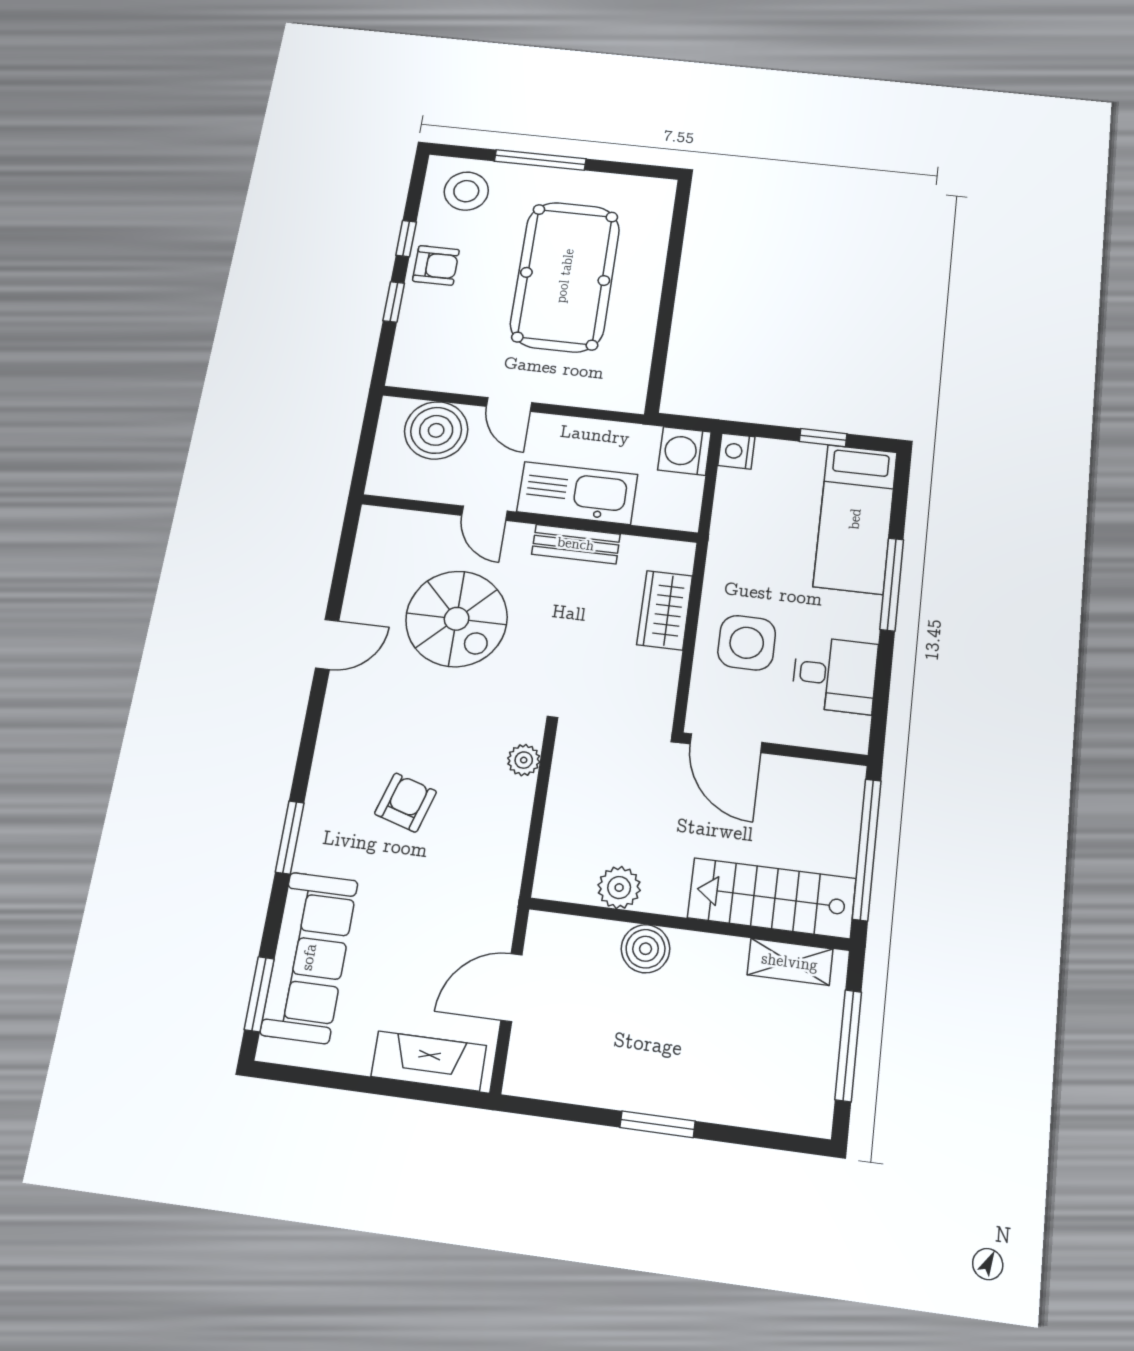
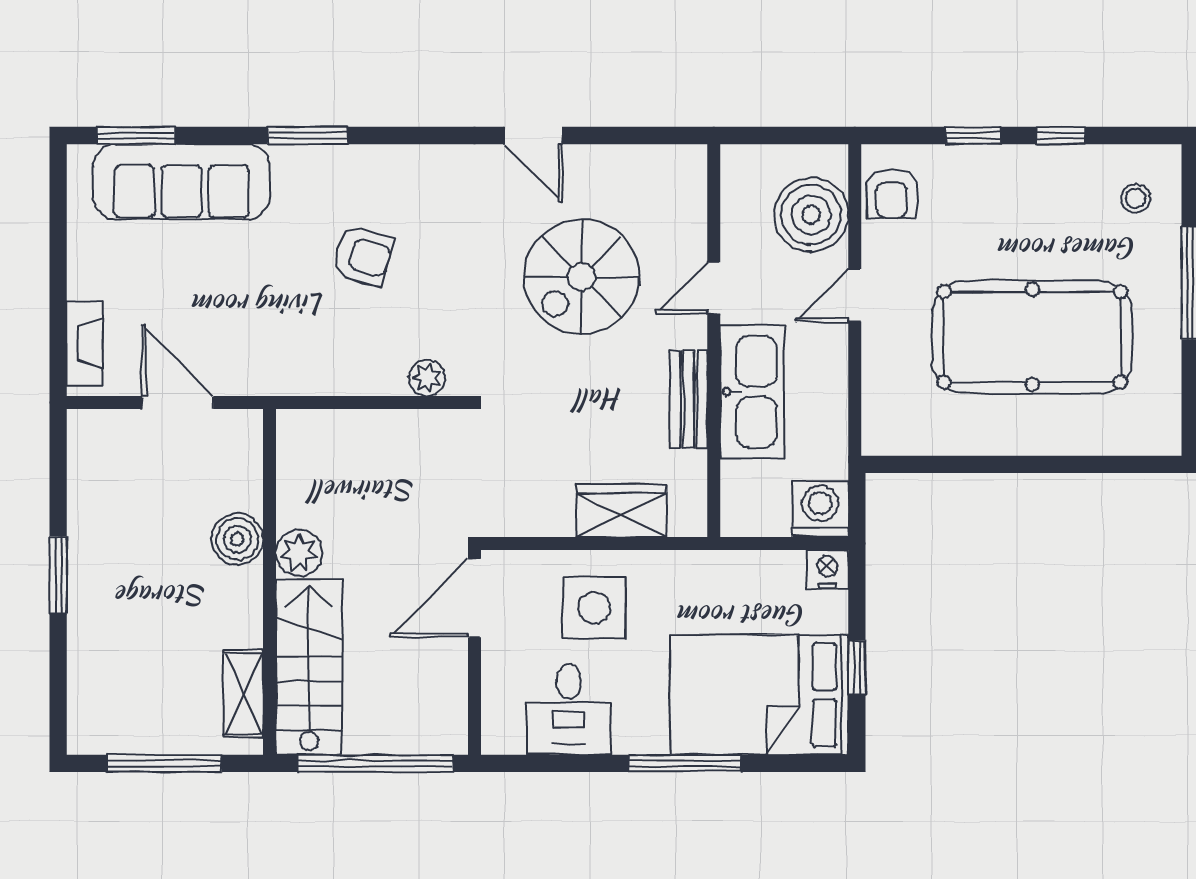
stool: (466, 191) -> (1136, 198), width x0.53, depth x0.53
armchair: (436, 265) -> (892, 193), moved
bed: (855, 519) -> (759, 695), width x1.50
plant: (619, 888) -> (299, 553), moved
fireplace: (429, 1061) -> (85, 343), width x0.73, depth x0.76

